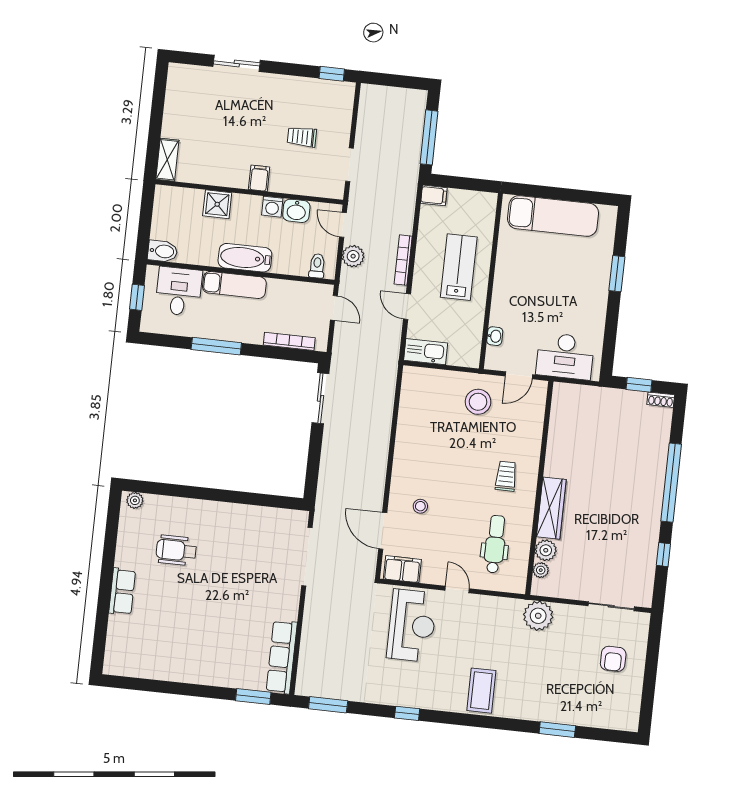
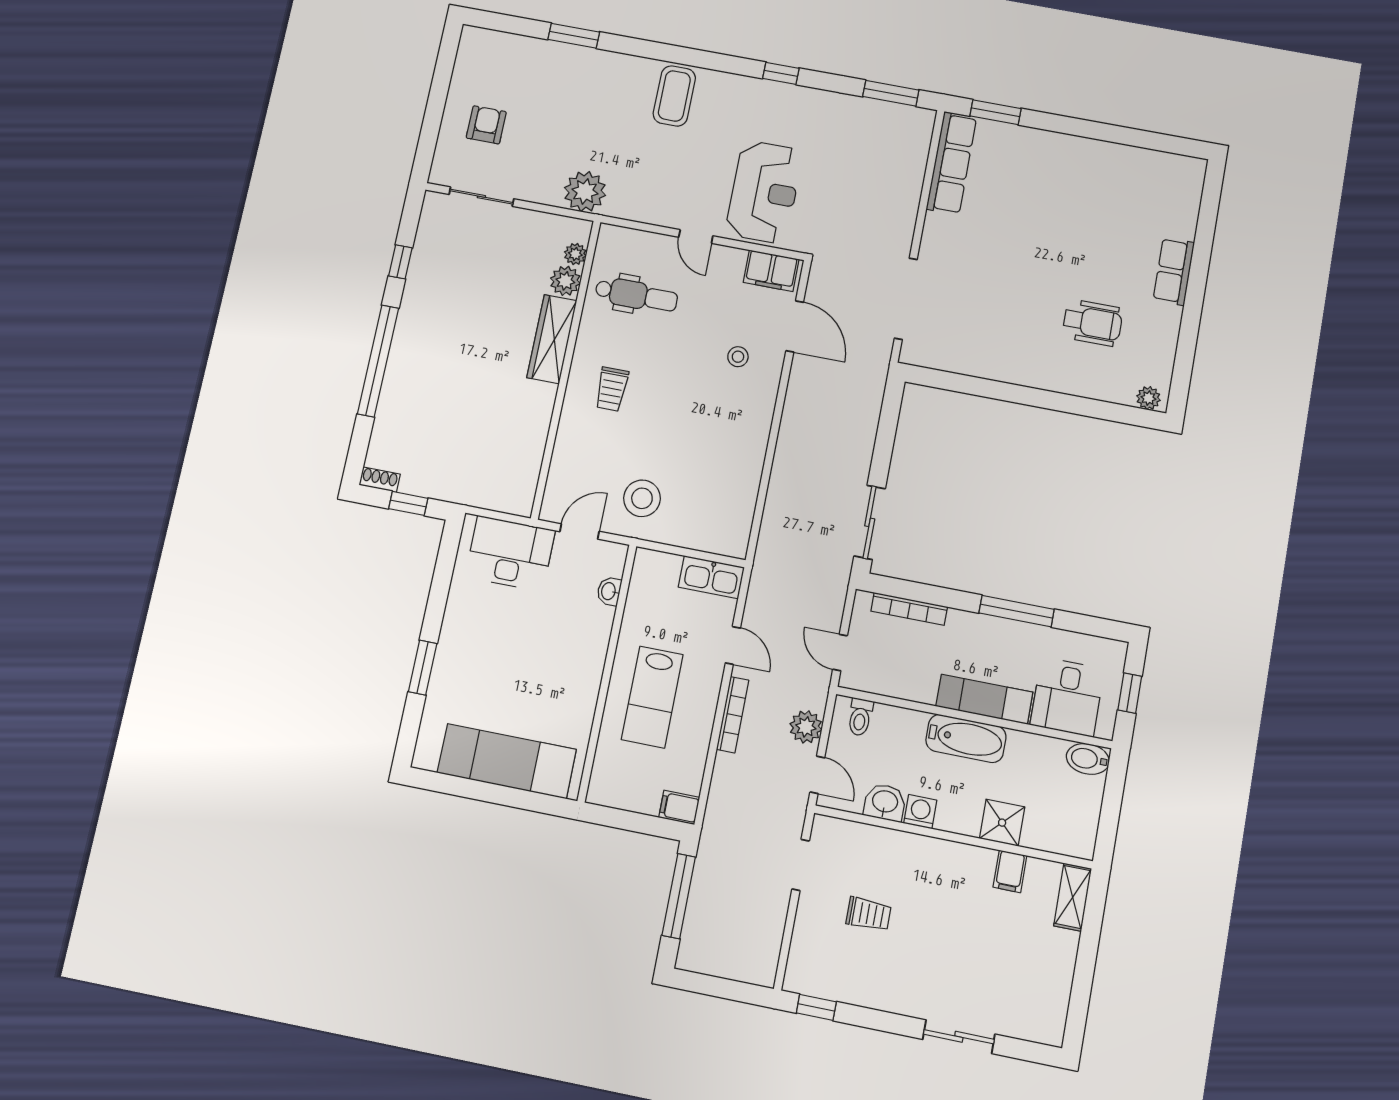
filing cabinet: (259, 178) -> (1010, 871), moved
dental chair: (495, 544) -> (636, 295), turned -90
reception desk: (412, 626) -> (764, 192), turned 180

